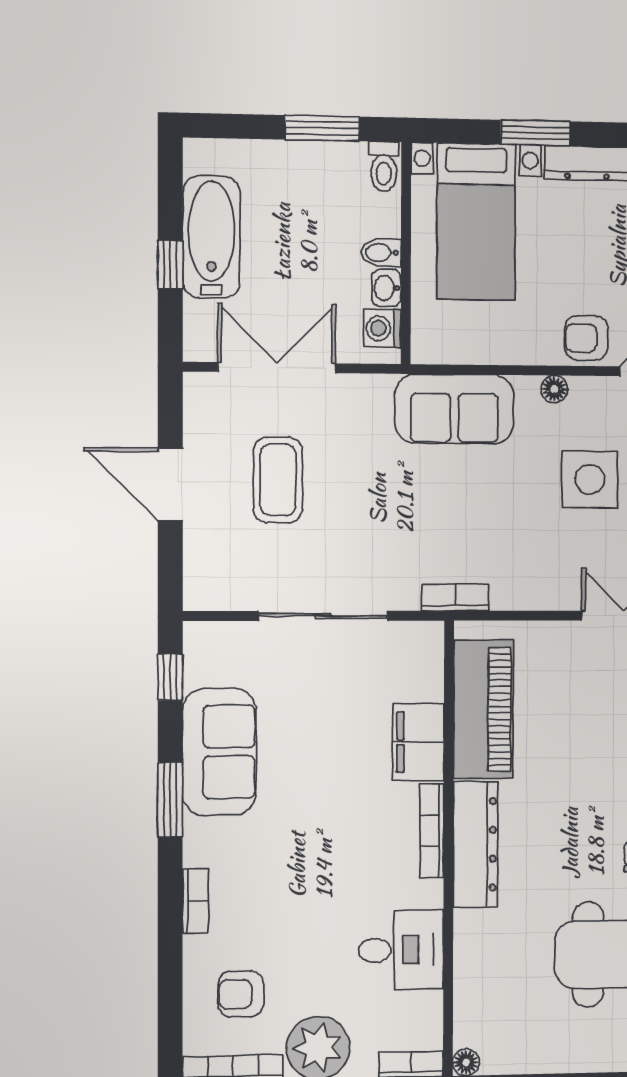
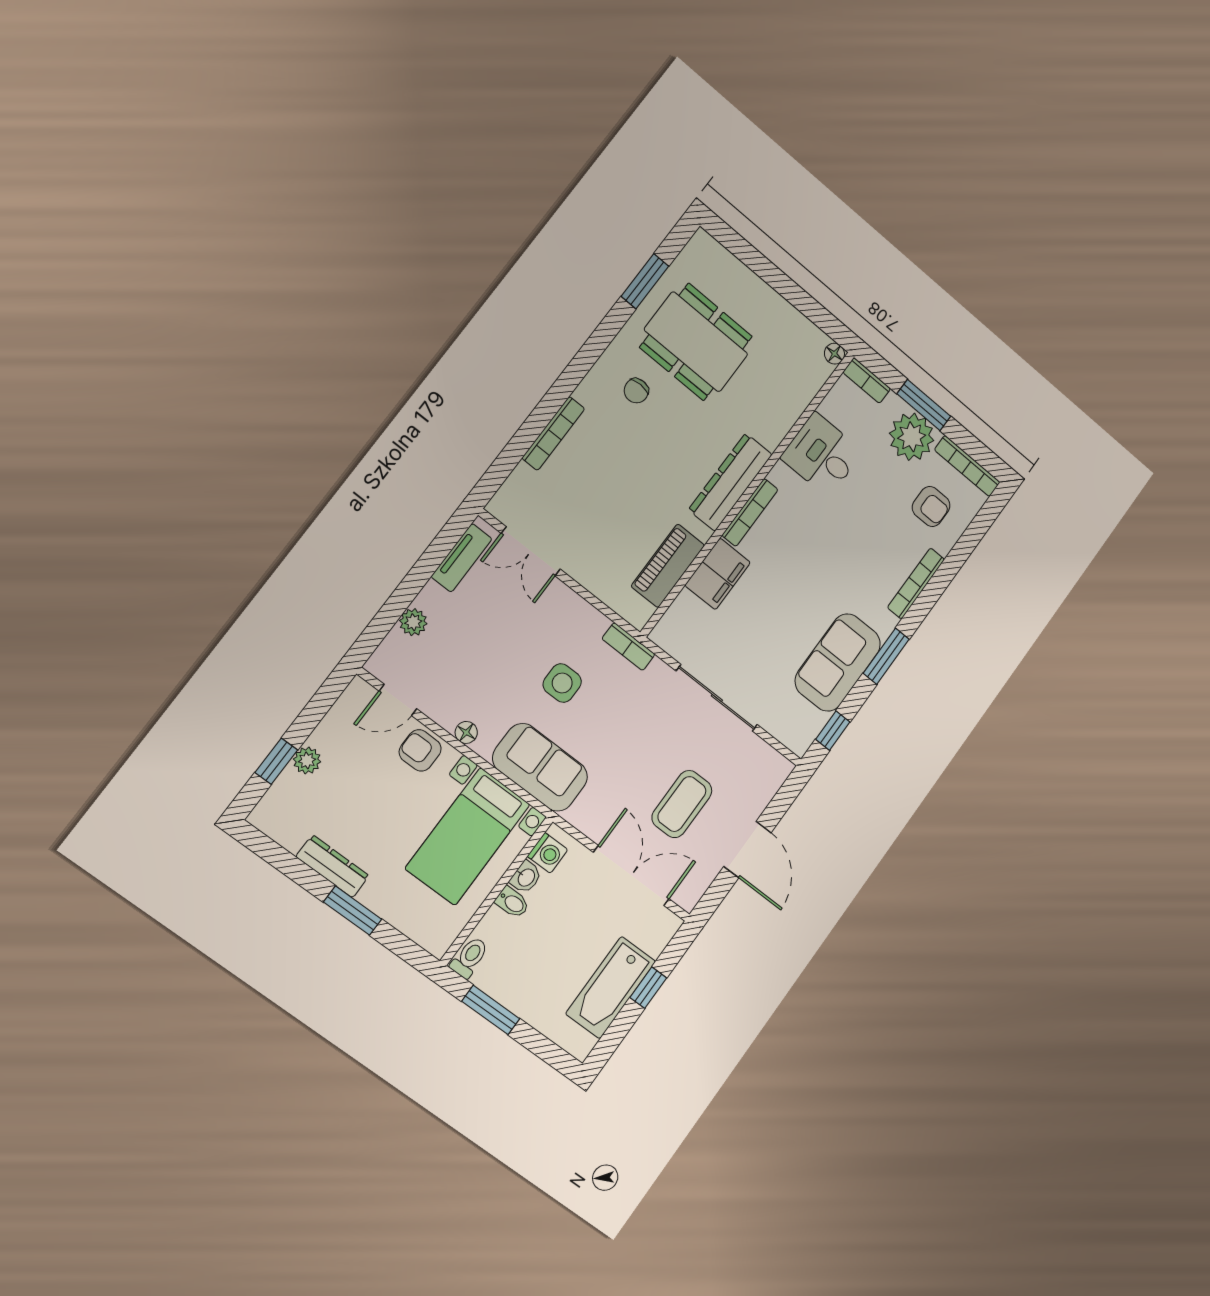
bed with nightstands: (476, 222) -> (468, 836), moved, turned 180
armchair: (586, 338) -> (420, 750), turned 180
double door: (277, 368) -> (631, 876), swing flipped
side table: (590, 479) -> (562, 683), moved, width x0.73, depth x0.73
piano: (483, 710) -> (668, 566), width x0.73, depth x0.75
bookcase: (195, 901) -> (916, 583), width x1.56

